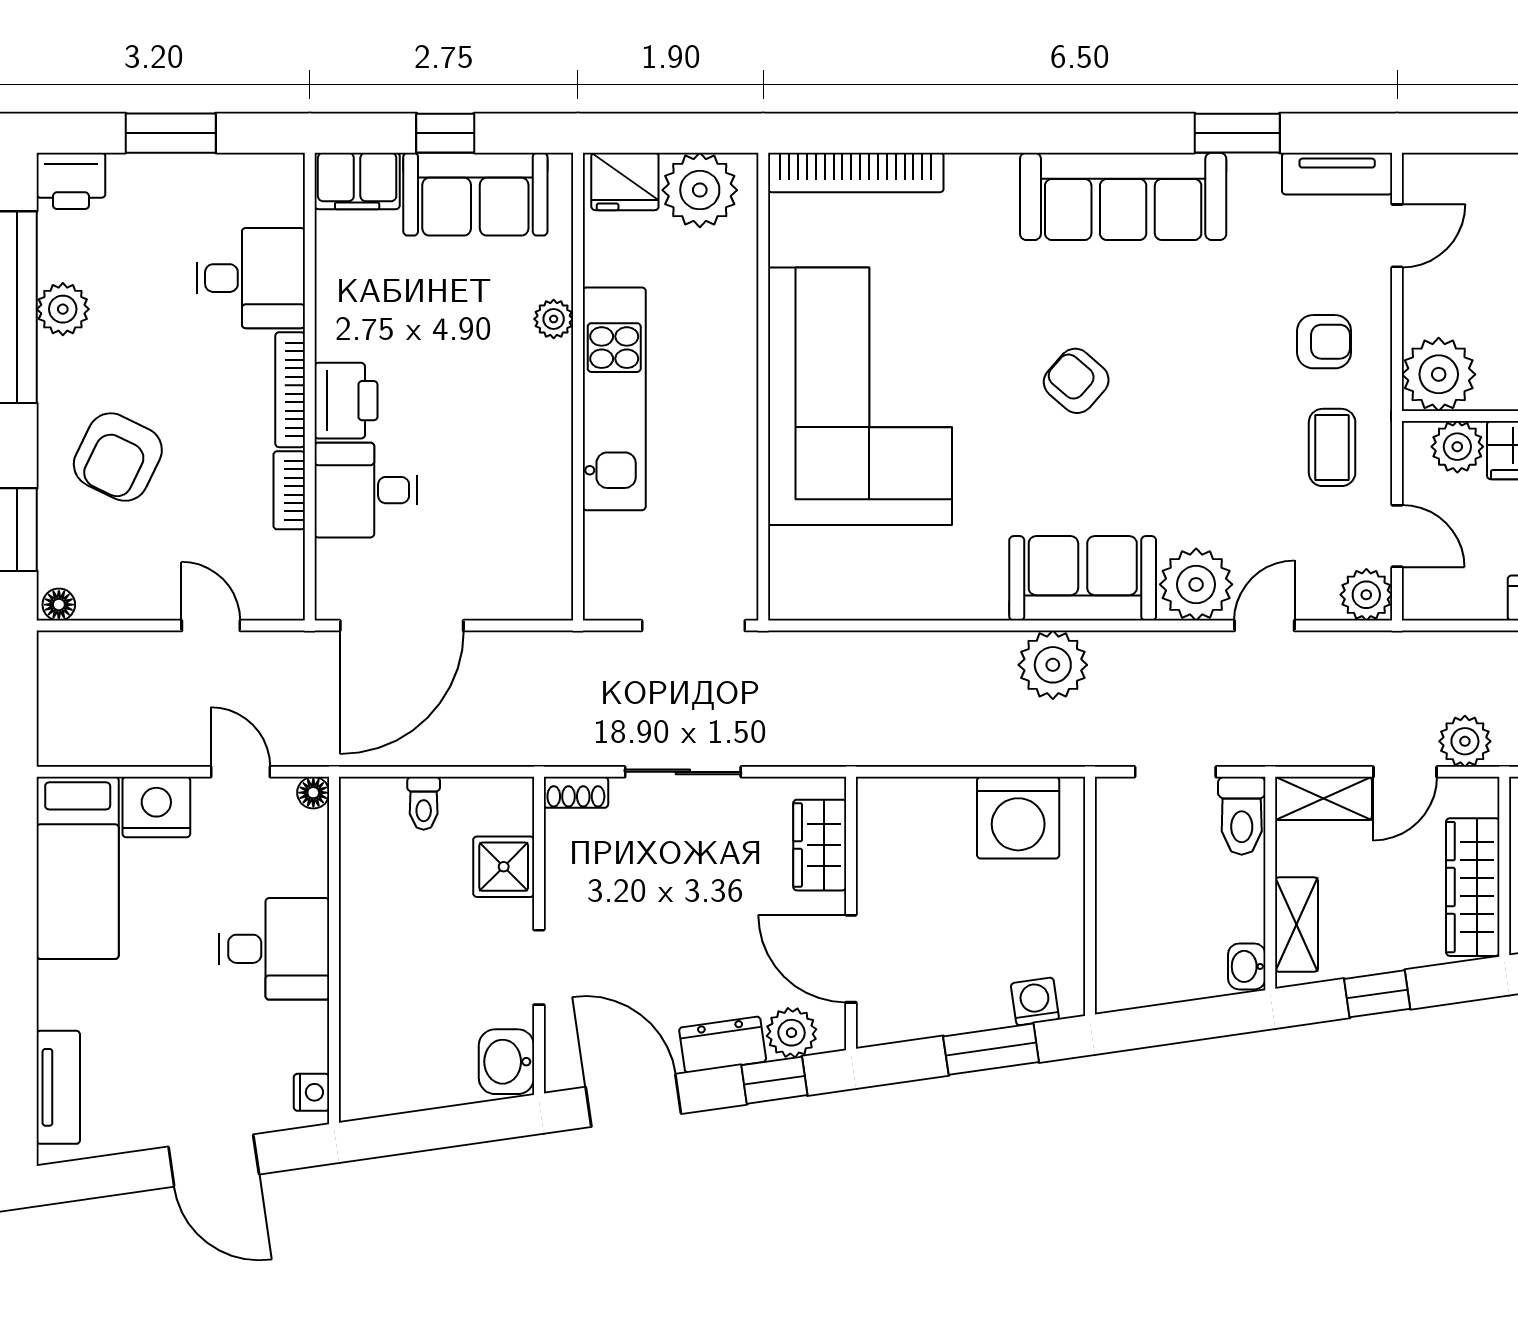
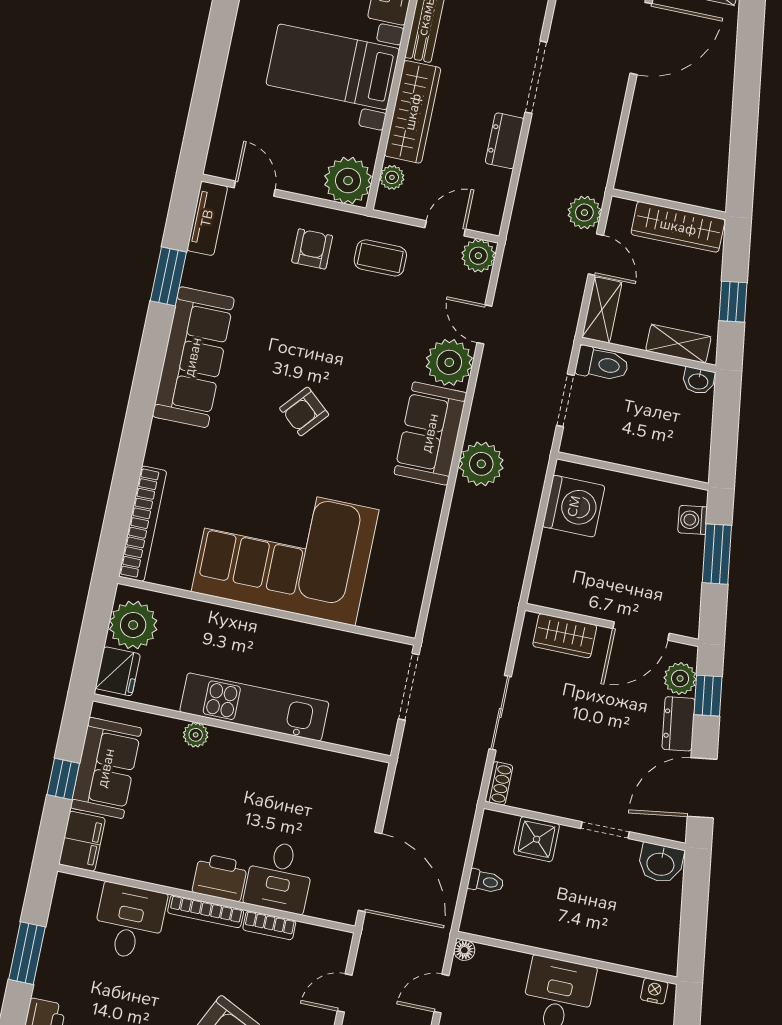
plant: (1457, 447) -> (392, 177), width x0.73, depth x0.73

